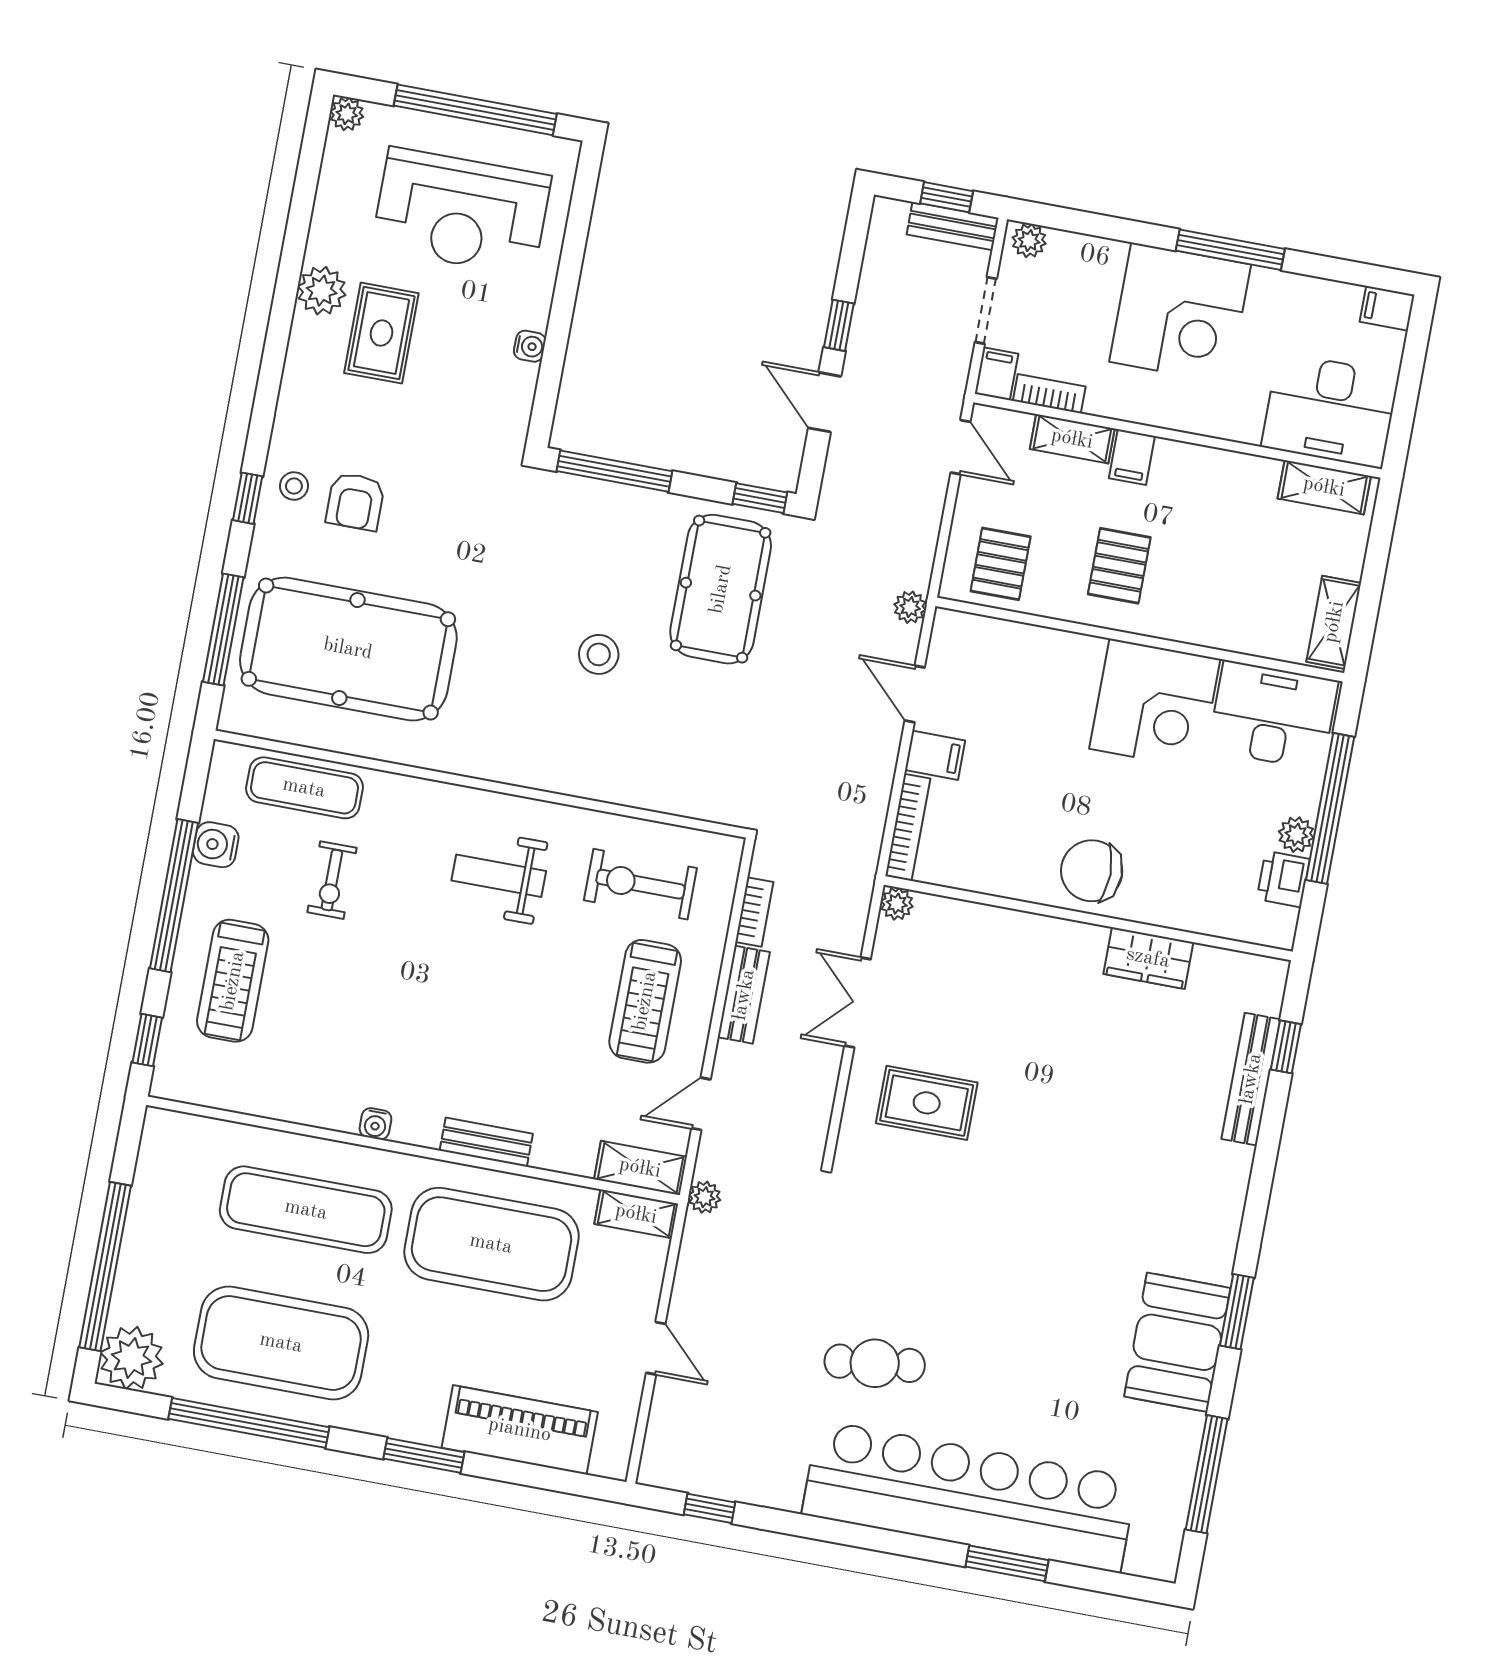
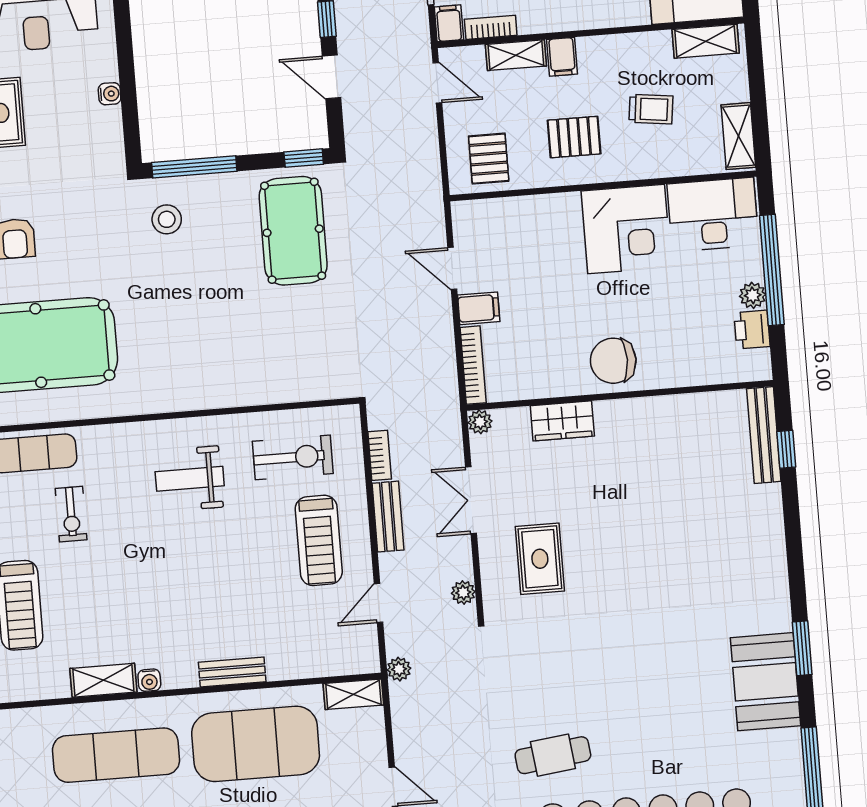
trolley: (1229, 557) -> (651, 109), added
pallet: (1119, 566) -> (574, 137), turned 90
plant: (910, 607) -> (463, 593), moved
stool: (599, 654) -> (167, 219), moved
exercise bike: (640, 884) -> (293, 457), turned 180
wardrobe: (1148, 958) -> (562, 421), moved
bench: (1251, 1079) -> (764, 435), moved
rug: (927, 1103) -> (540, 559), turned 90
shelving: (640, 1168) -> (103, 680), moved

